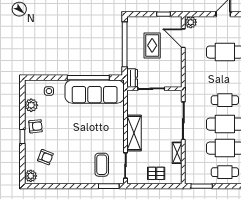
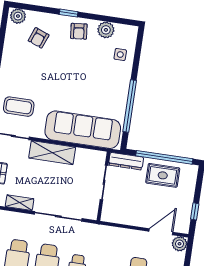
rug: (152, 45) -> (163, 175), moved
dresser: (132, 78) -> (126, 161), width x1.44
sofa: (95, 92) -> (83, 130), moved, turned 90

